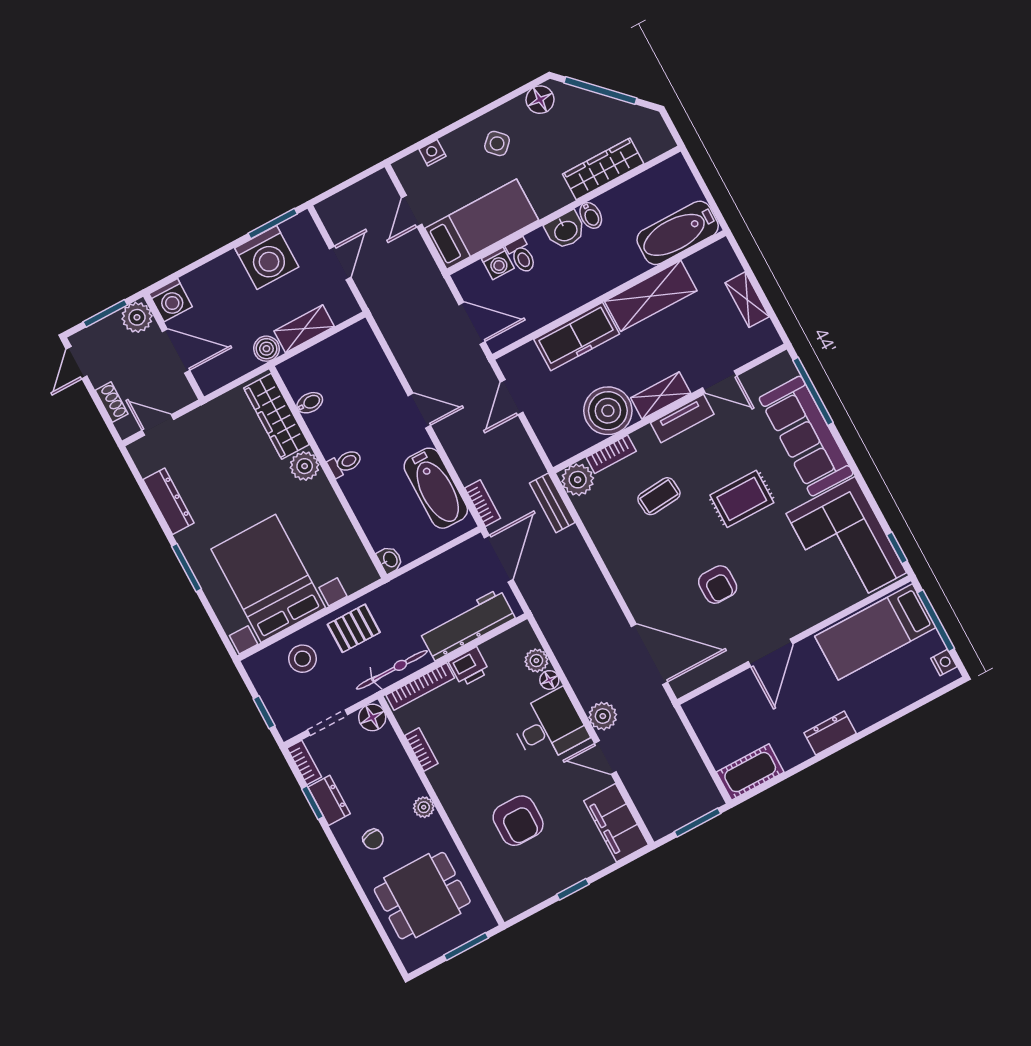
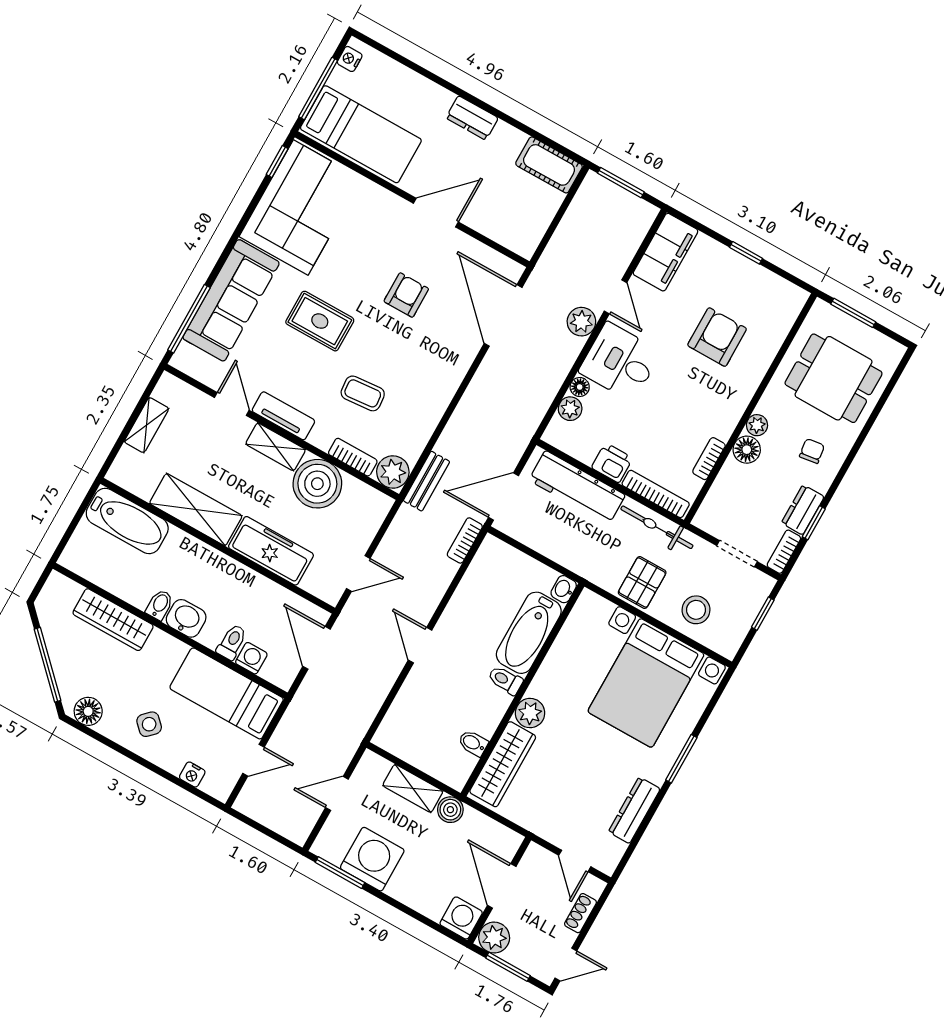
bathtub: (436, 488) -> (529, 633), moved, turned 180
pallet: (354, 628) -> (642, 582), turned 90
floor lamp: (372, 717) -> (747, 450), moved

